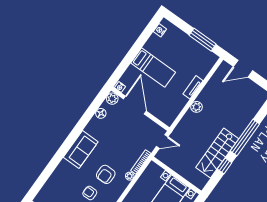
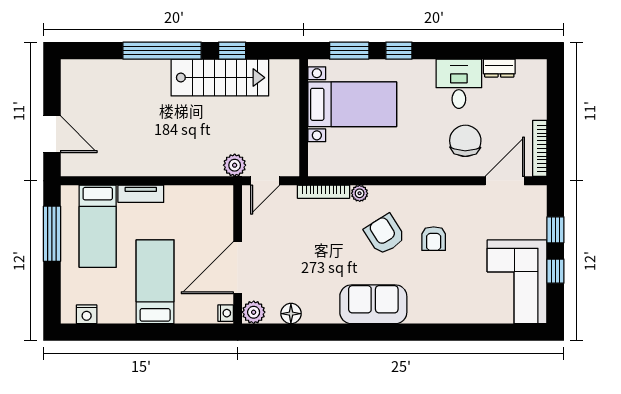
bed: (192, 60) -> (98, 226), added
plant: (196, 107) -> (235, 165), moved
door: (162, 142) -> (265, 181), swing flipped
armchair: (106, 174) -> (385, 234), turned -122

